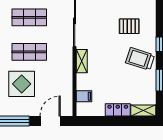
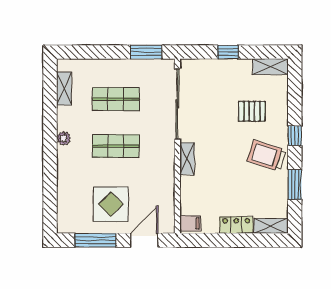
display table: (22, 84) -> (111, 204), moved
filing cabinet: (84, 96) -> (190, 223), moved

